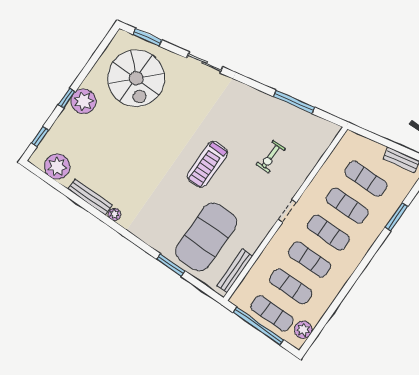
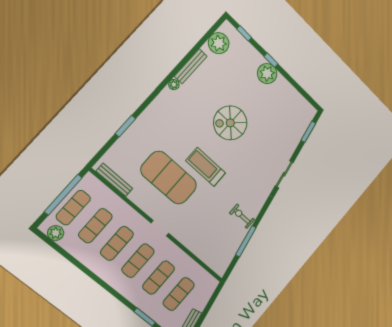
spiral stairs: (136, 78) -> (230, 123), moved, width x0.73, depth x0.73
exercise bike: (271, 157) -> (242, 216), moved
exercise mat: (206, 237) -> (169, 178), moved

